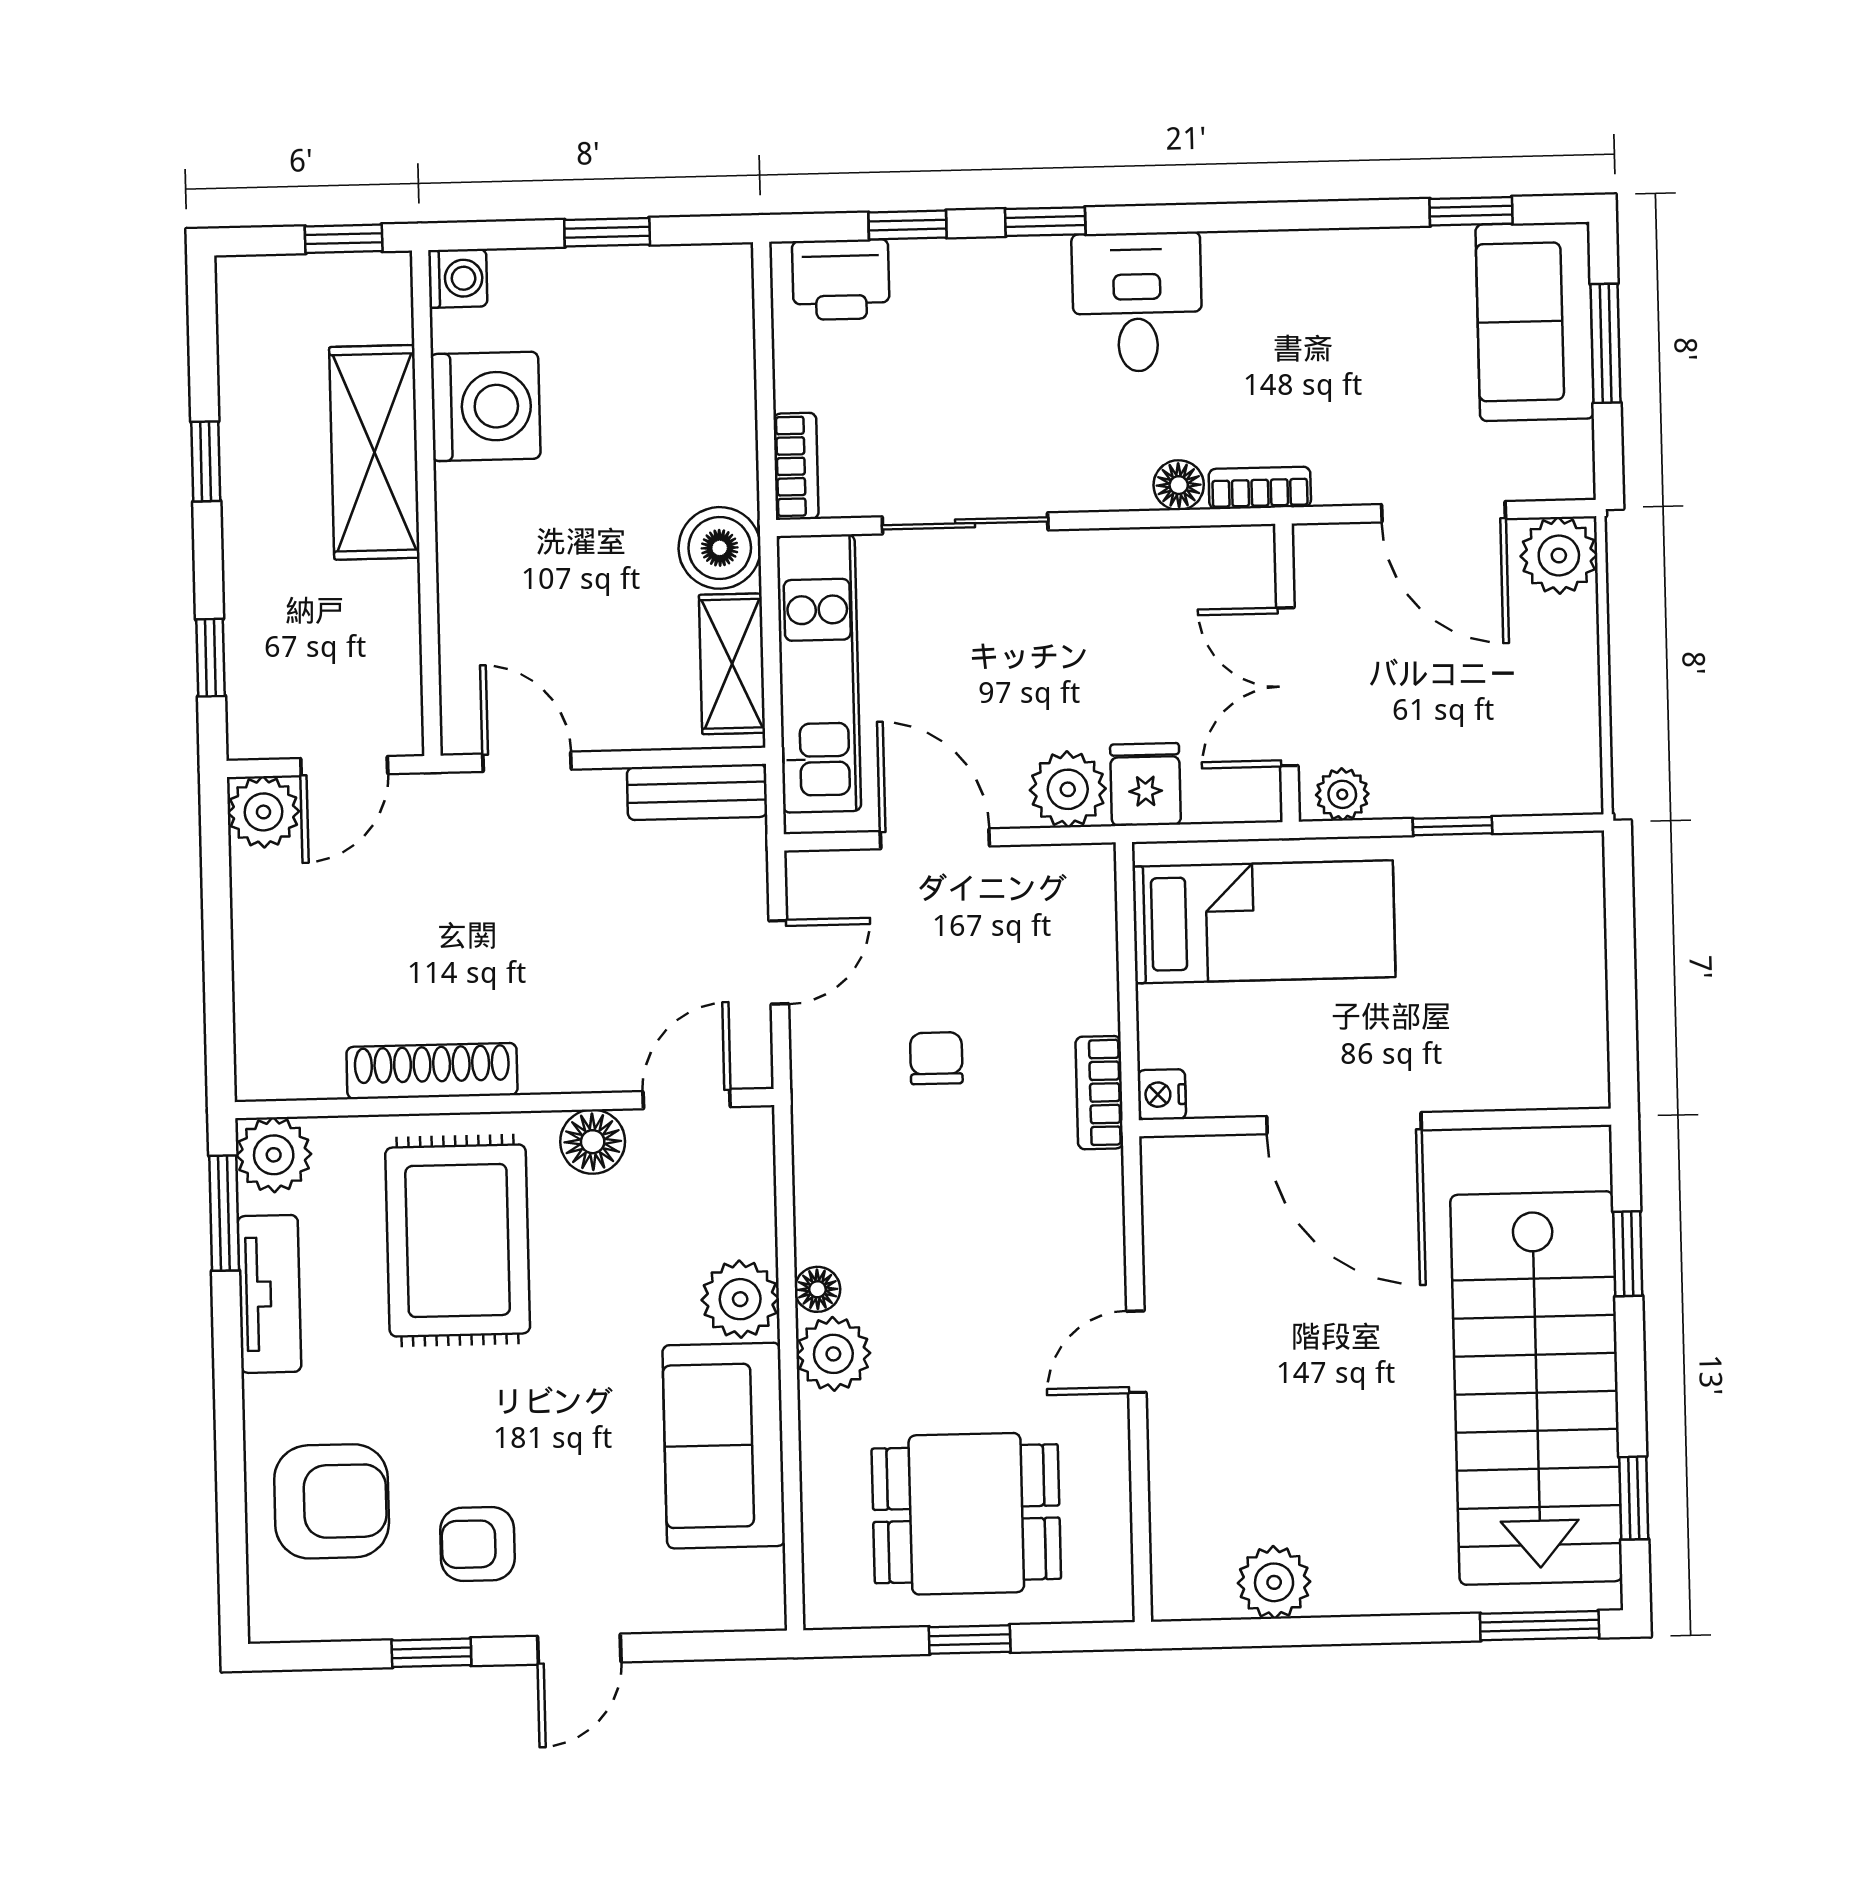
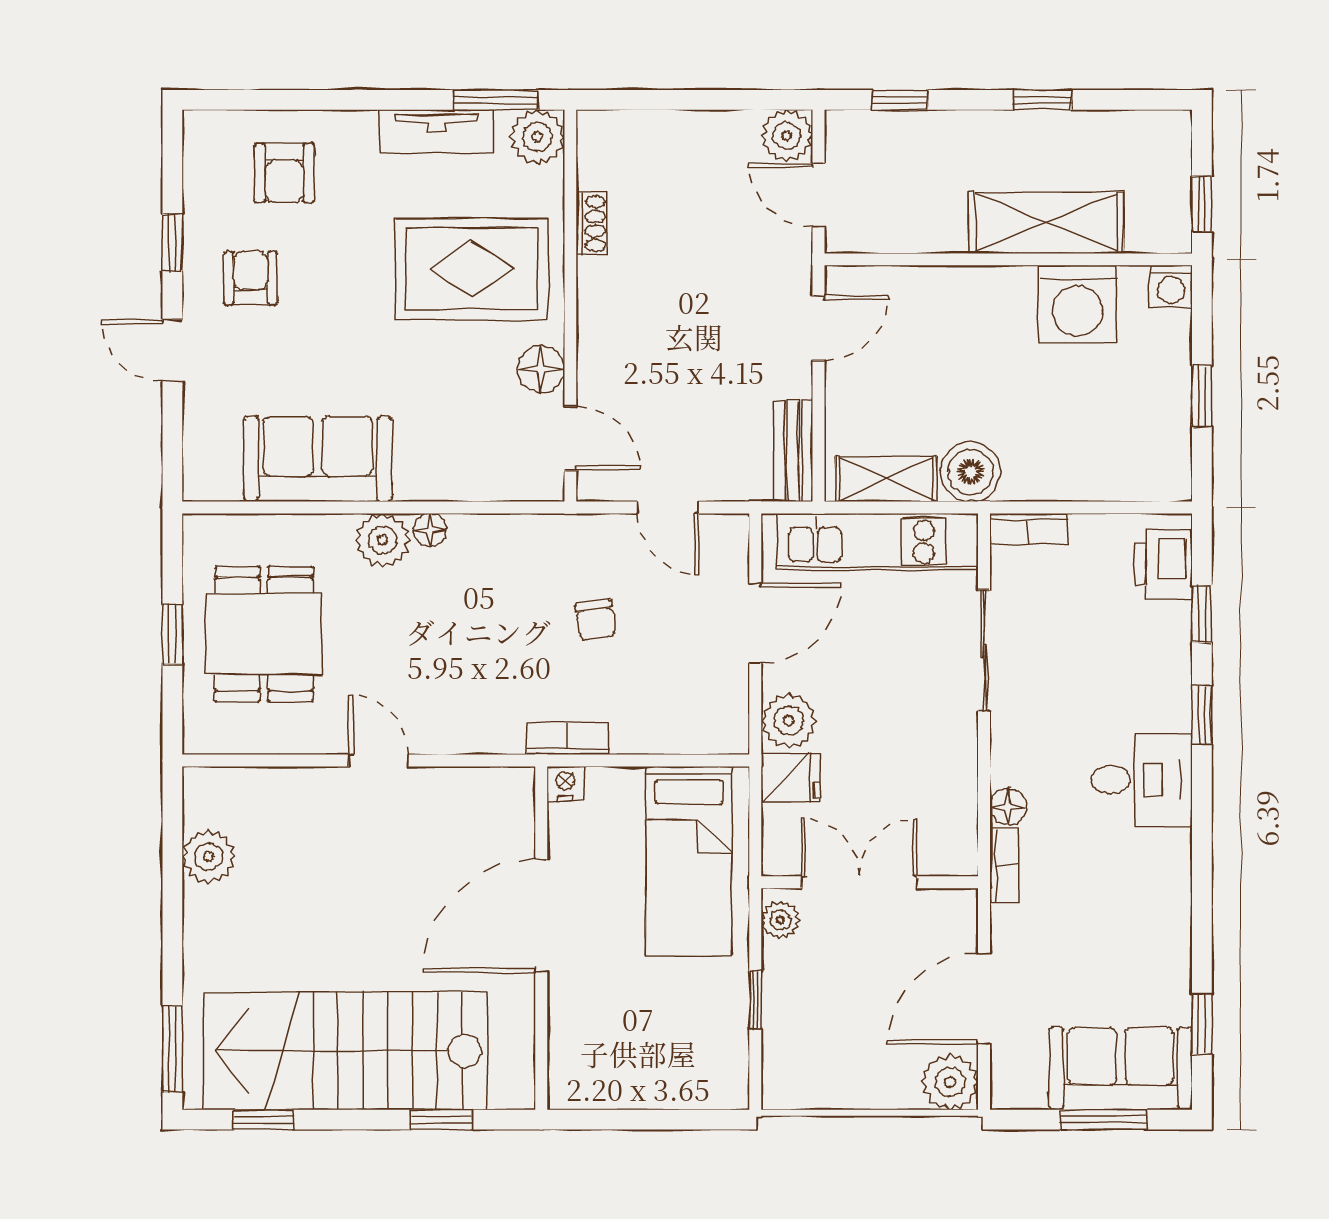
chair: (936, 1058) -> (596, 620), turned 81
shoe rack: (432, 1071) -> (592, 223), width x0.51, depth x0.81
plant: (740, 1299) -> (424, 473), removed
armchair: (332, 1501) -> (284, 173), width x0.72, depth x0.72

